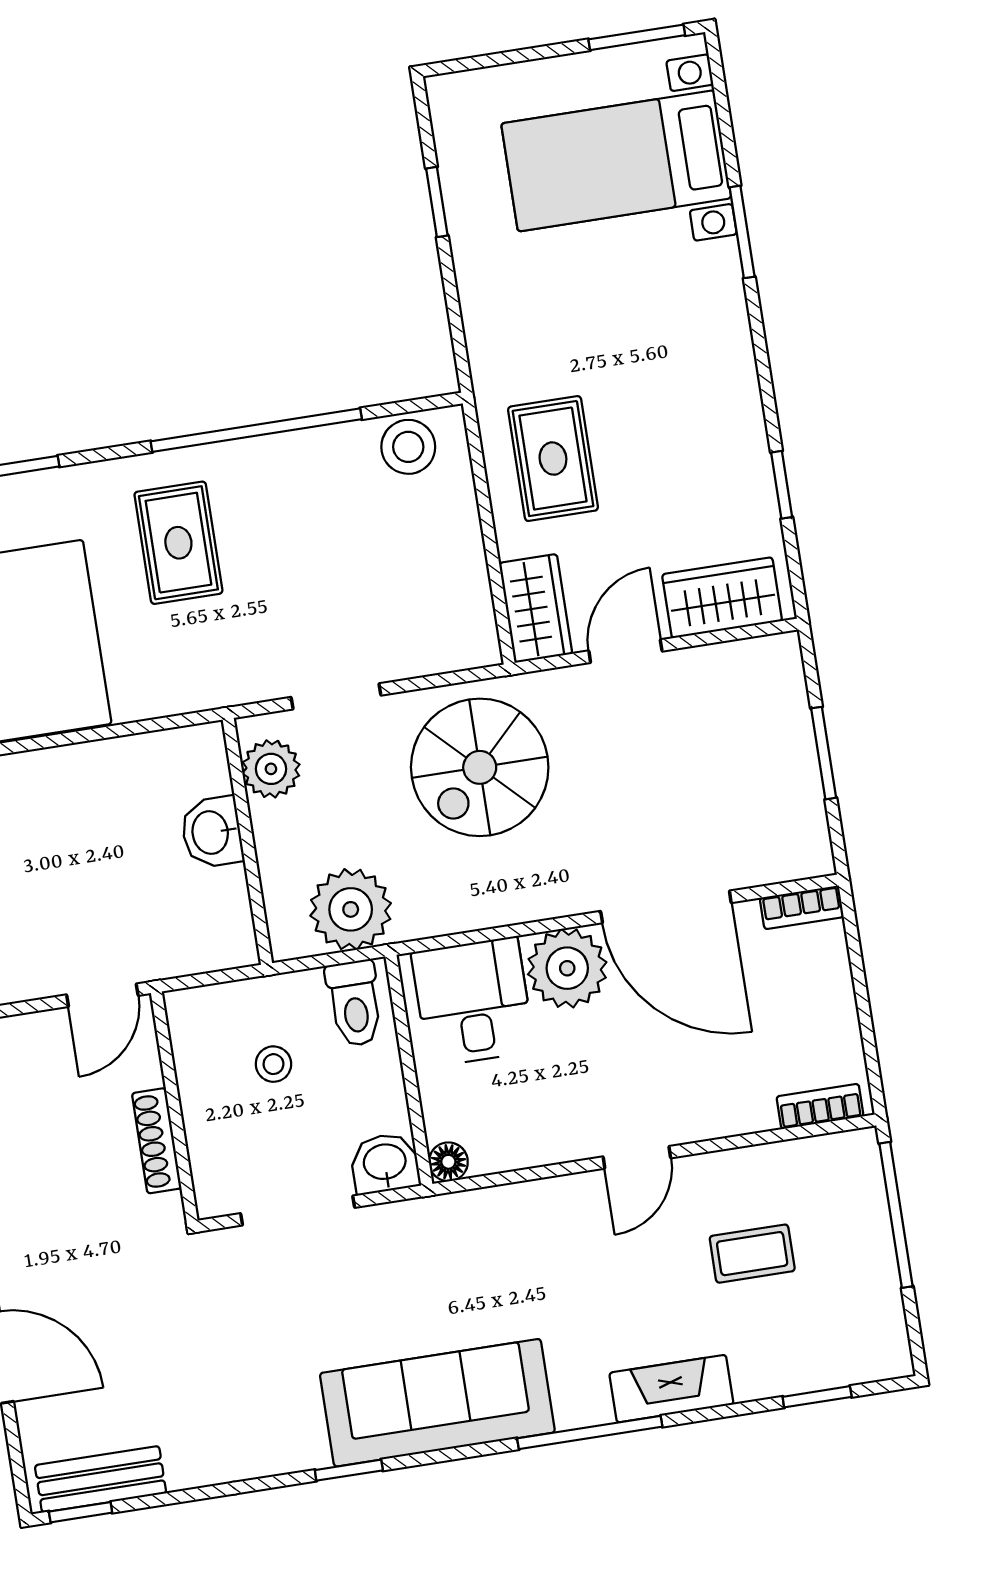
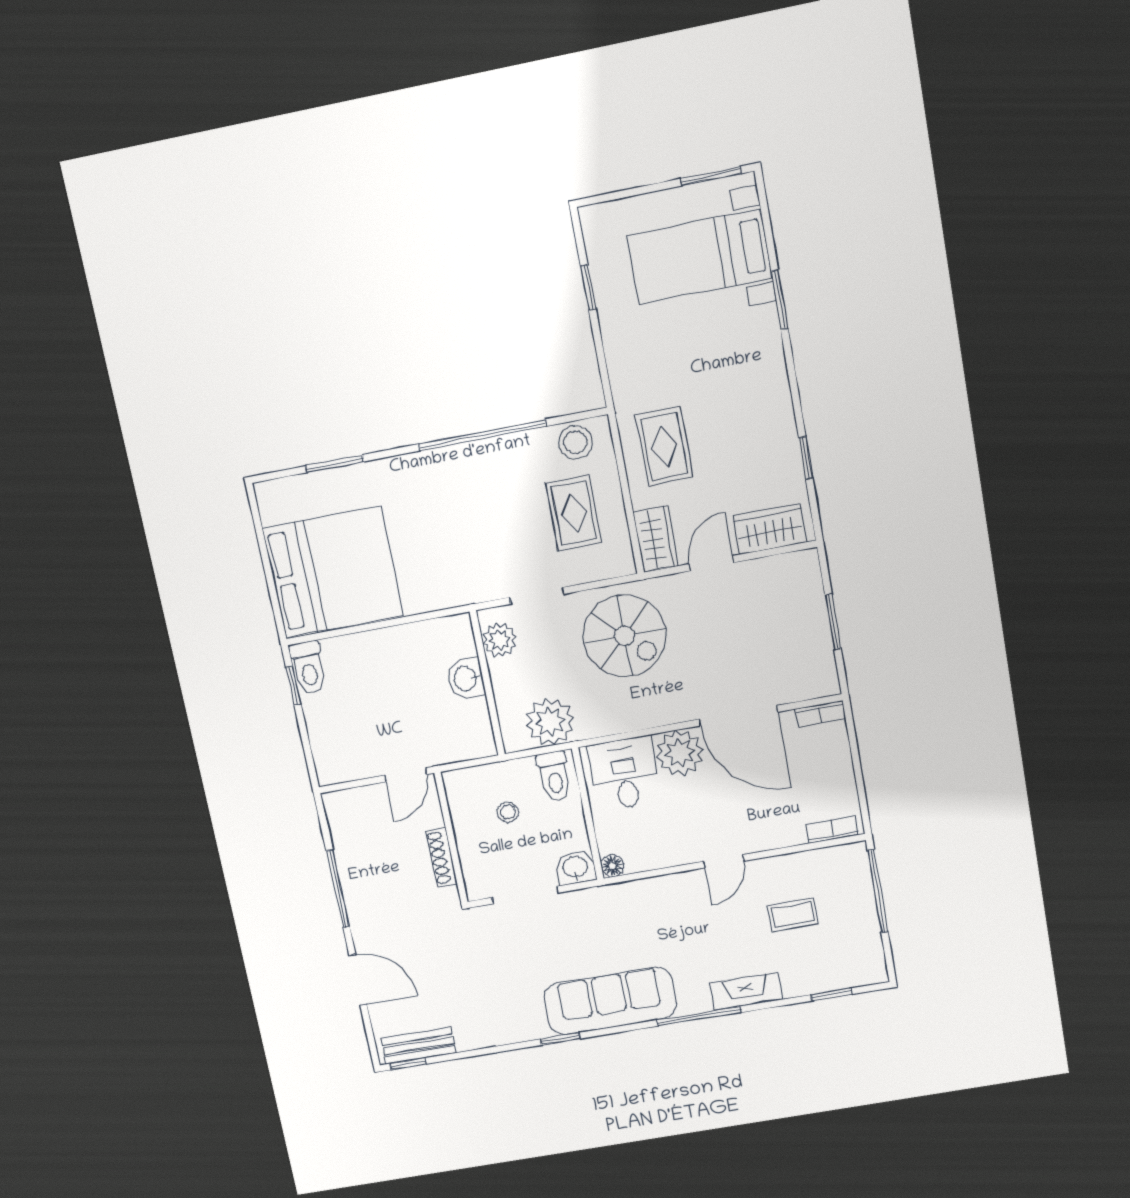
rug: (178, 543) -> (574, 513), moved
spiral stairs: (480, 767) -> (625, 636), turned -90

